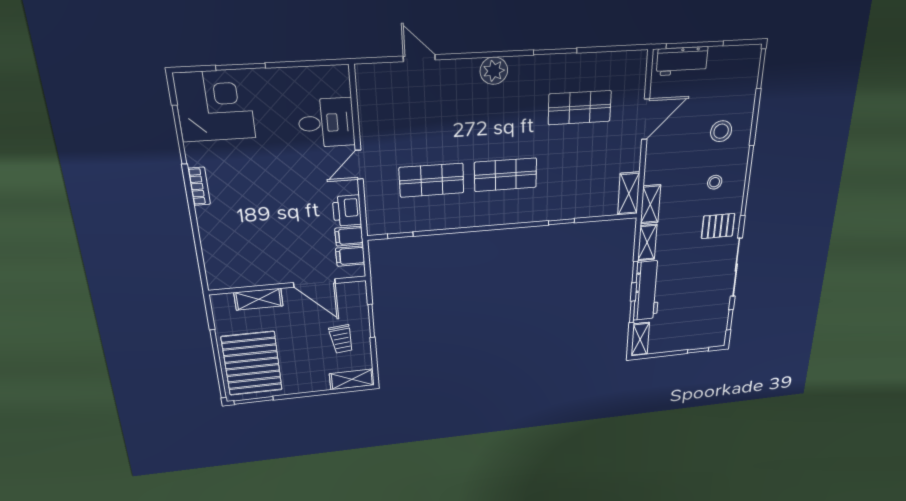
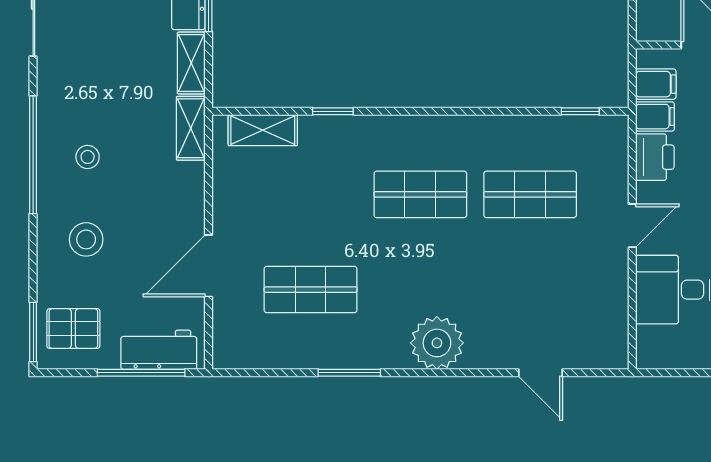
plant: (494, 71) -> (437, 343), width x1.36, depth x1.36
shelving: (629, 194) -> (263, 130), moved, turned 90
pallet: (718, 226) -> (73, 329), moved

